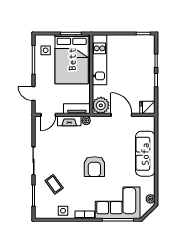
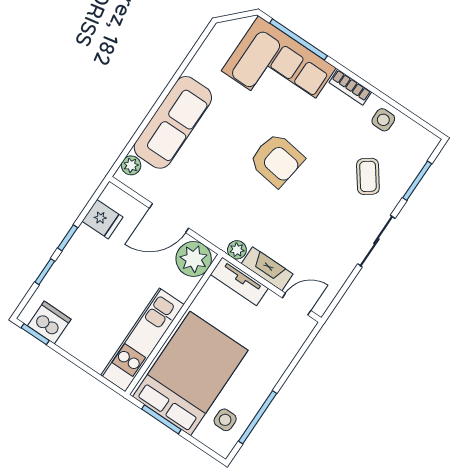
dishwasher: (141, 42) -> (49, 322), added
door: (33, 94) -> (297, 359), removed
fridge: (147, 107) -> (102, 219), moved
door: (121, 115) -> (169, 218), hinge flipped
armchair: (94, 167) -> (277, 160), turned 98
plant: (150, 199) -> (131, 165), moved

